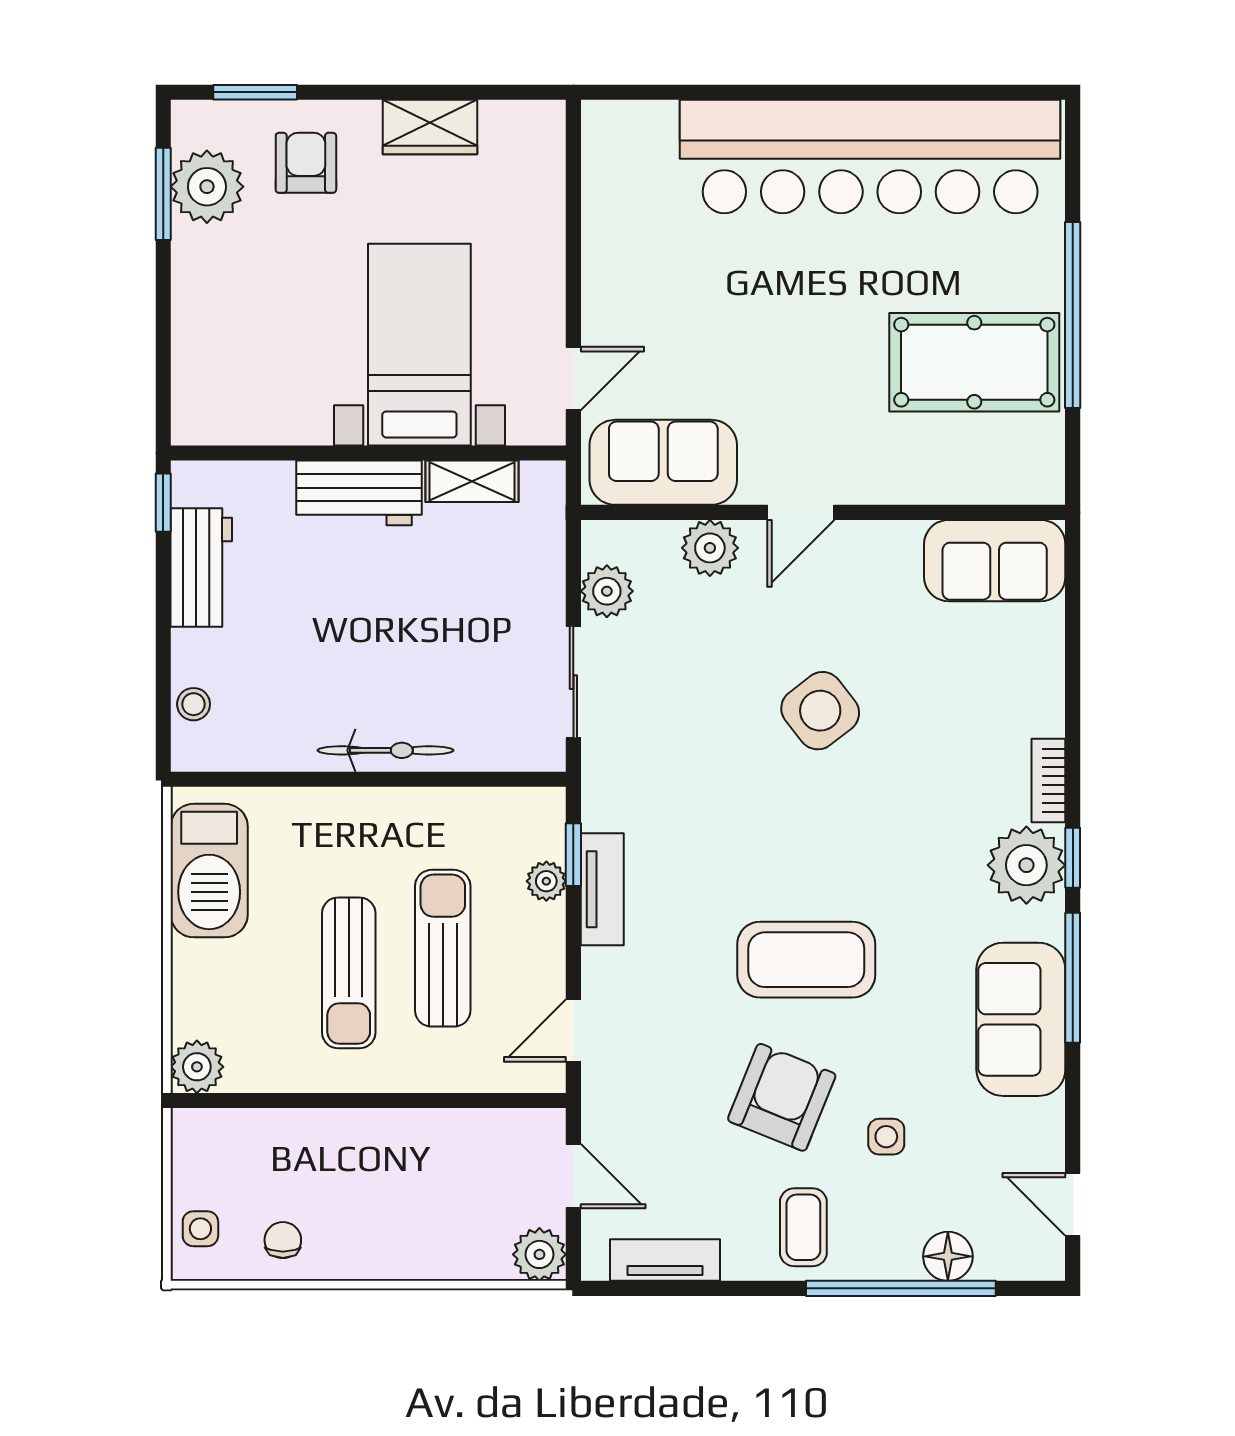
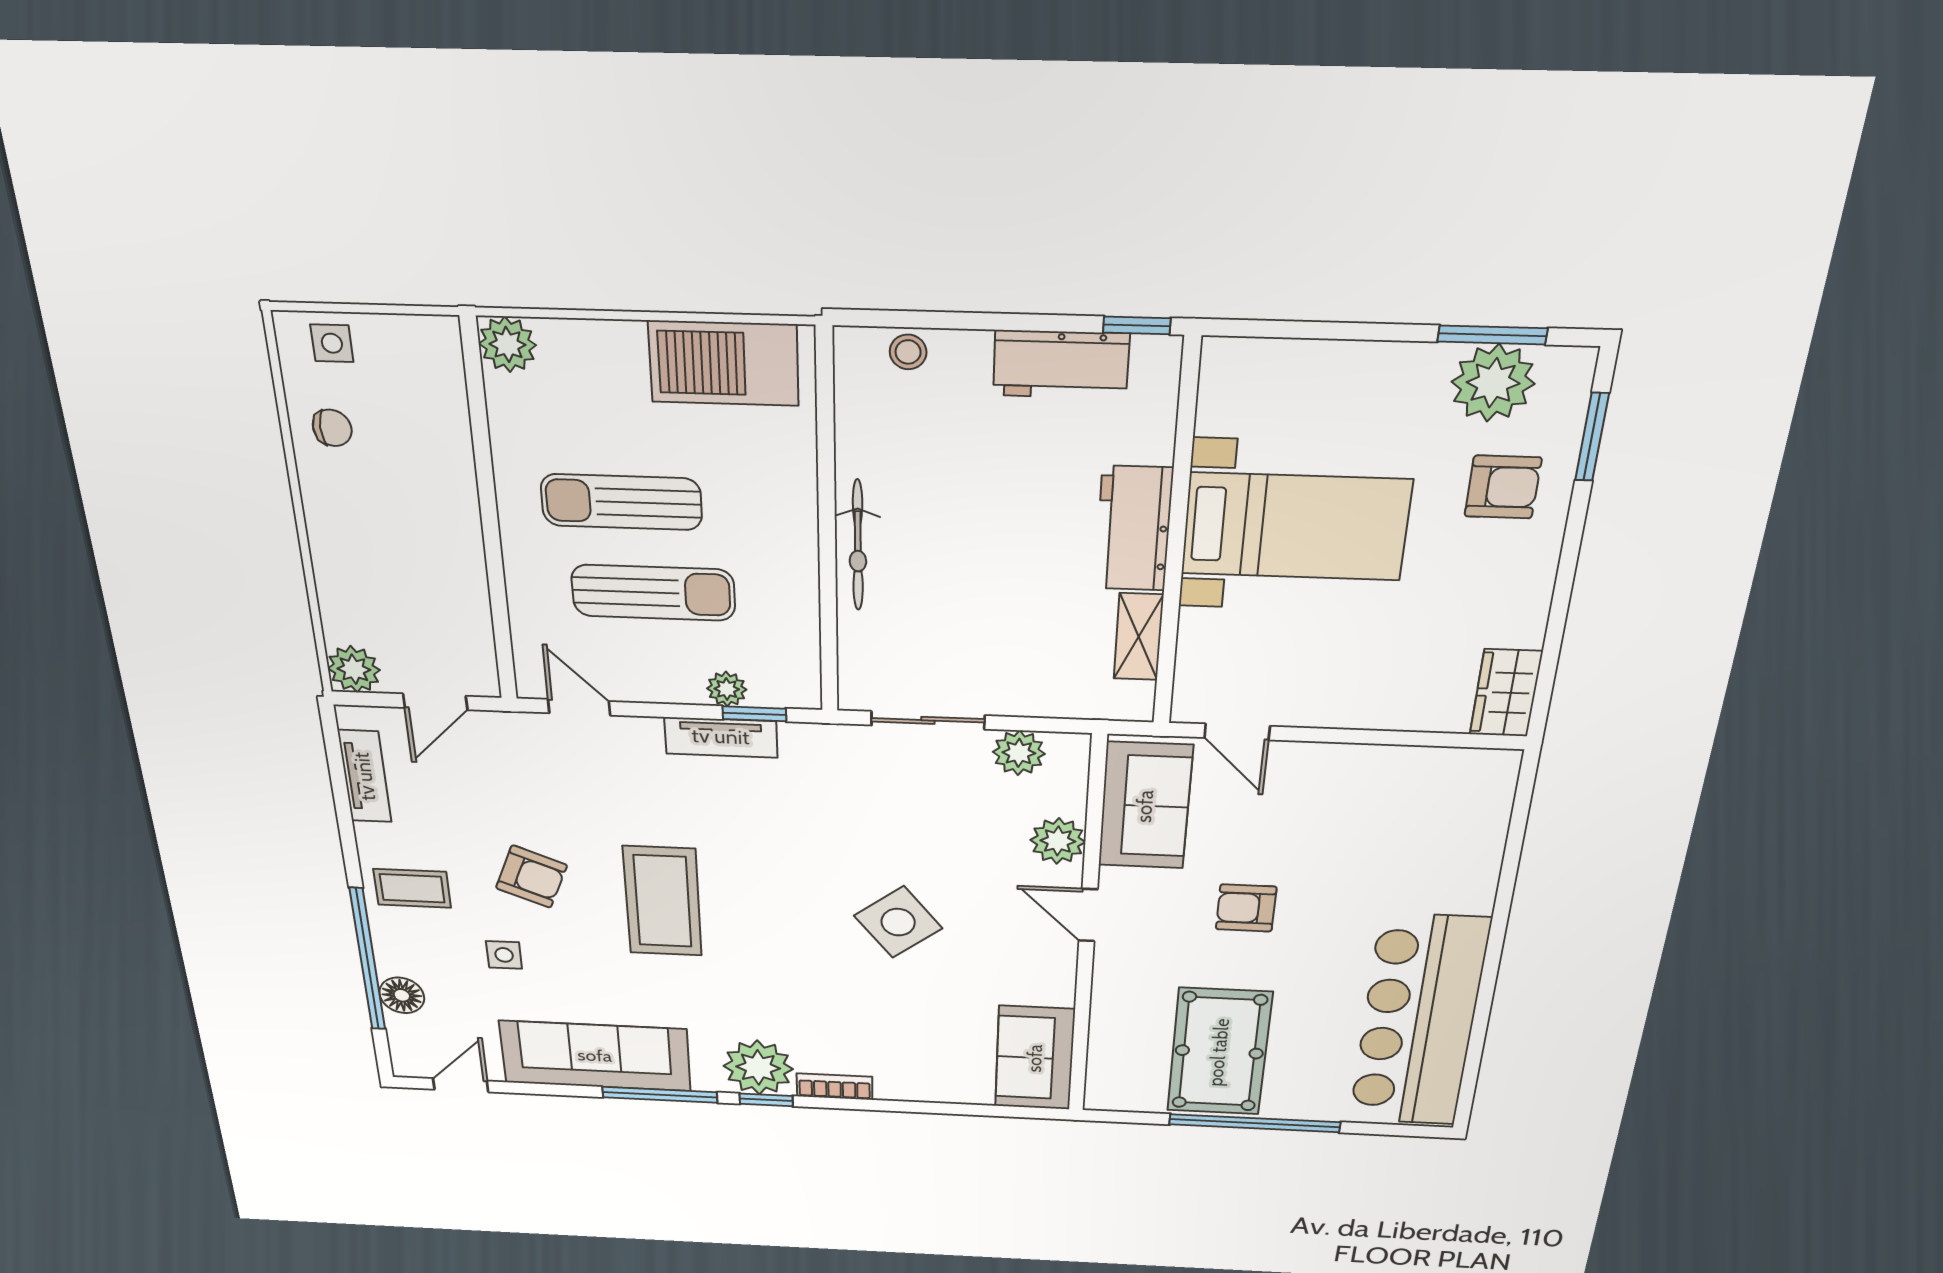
wardrobe: (430, 127) -> (1506, 693), moved
bar counter: (870, 157) -> (1418, 1021), width x0.73
bed with nightstands: (419, 345) -> (1296, 527), moved
armchair: (783, 351) -> (1246, 908), added
sofa: (1021, 1019) -> (595, 1056), width x1.36
armchair: (782, 1097) -> (531, 877), width x0.72, depth x0.72

